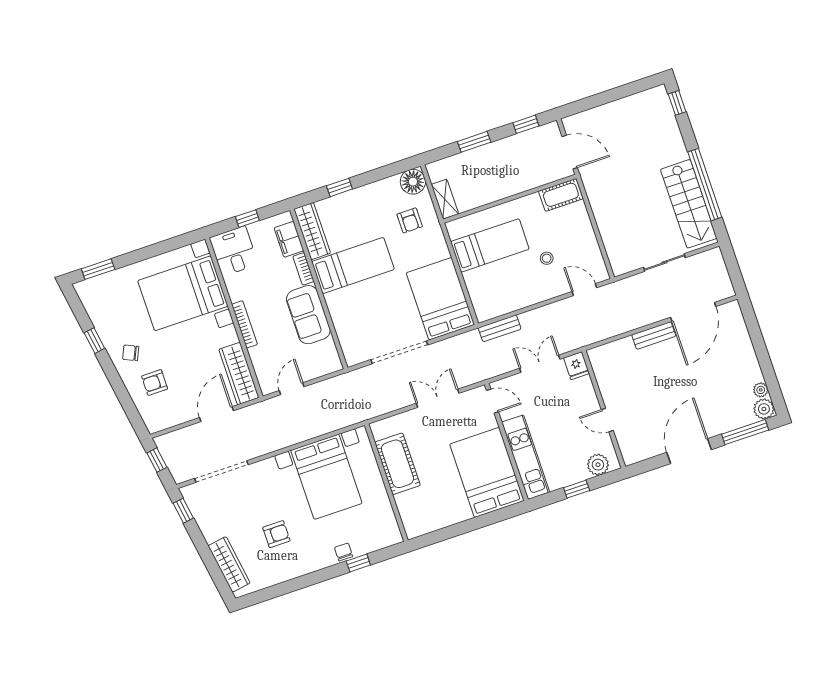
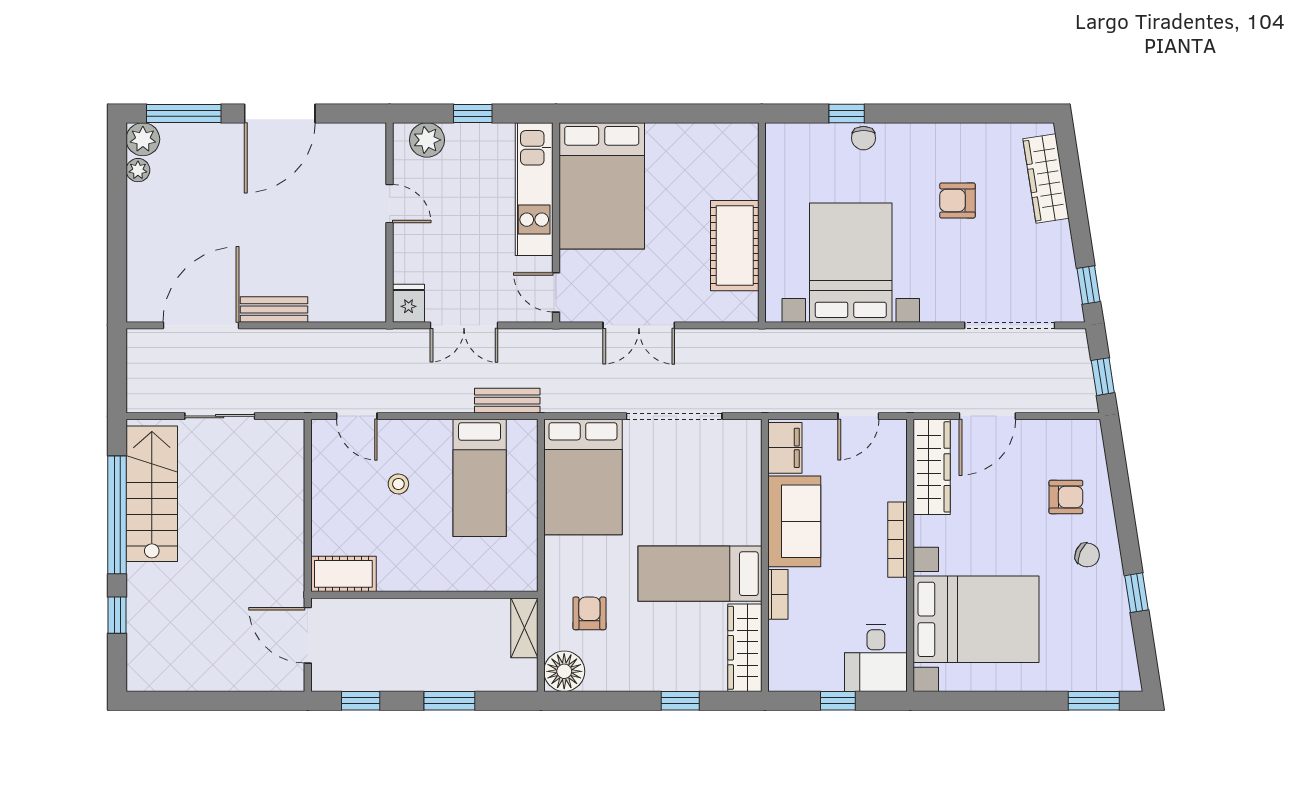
window: (677, 103) -> (117, 615), moved
filing cabinet: (289, 239) -> (785, 448), moved
bed: (490, 245) -> (480, 478), moved, turned -90

